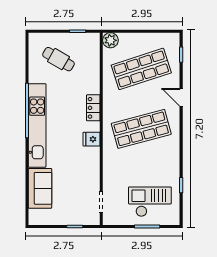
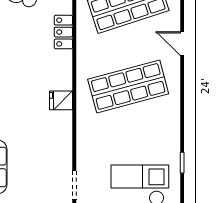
locker: (93, 108) -> (63, 32), moved

